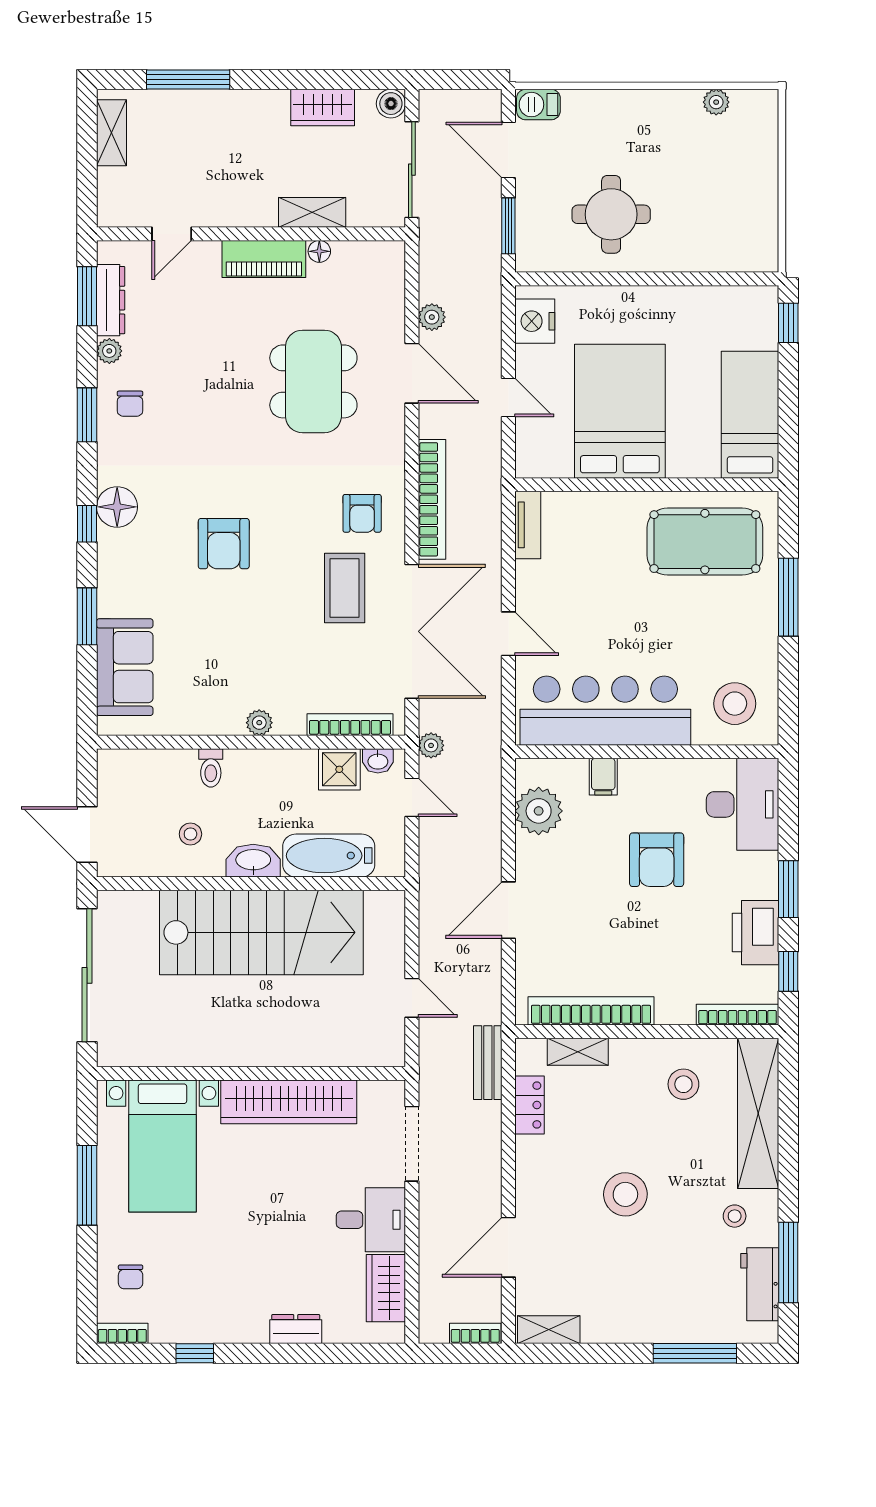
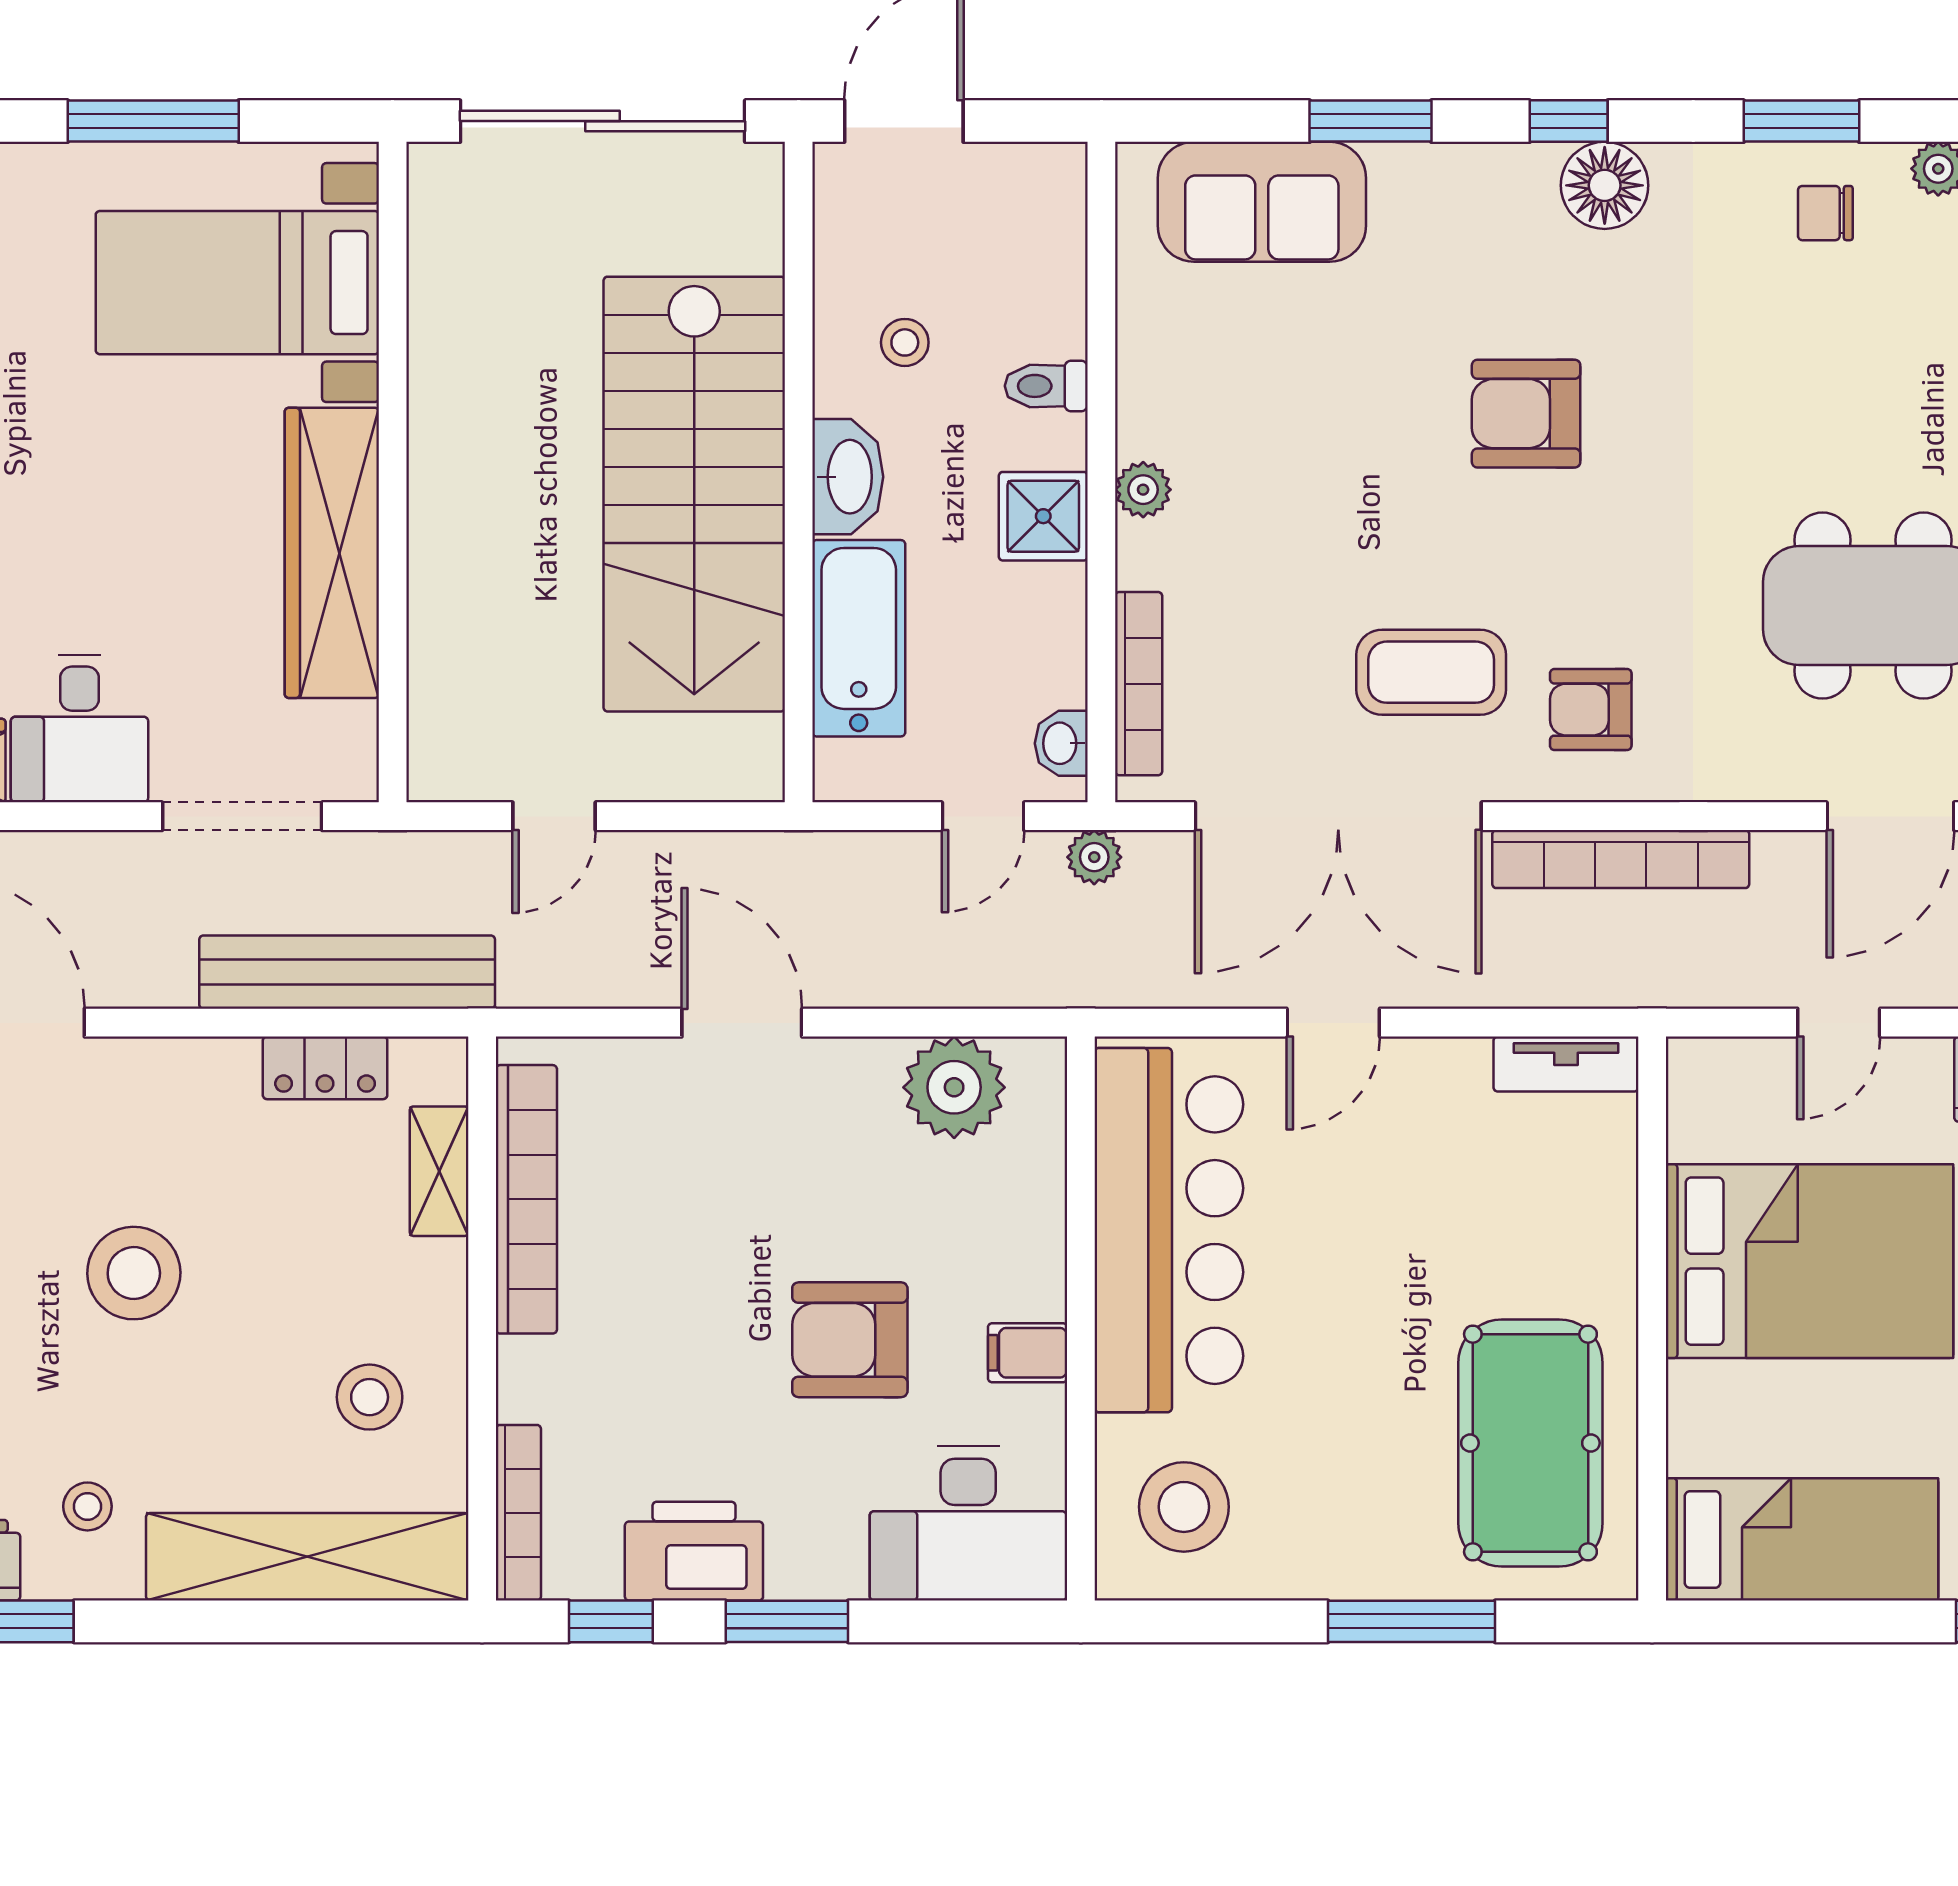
shower: (339, 769) -> (1043, 516), moved
filing cabinet: (603, 777) -> (1028, 1353), moved
bench: (488, 1063) -> (347, 972), width x1.86, depth x1.21

